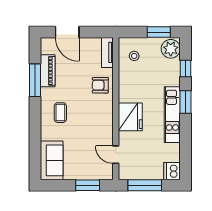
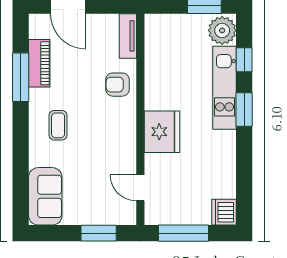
stool: (134, 56) -> (168, 41), removed
kitchen unit: (172, 115) -> (225, 88), moved

